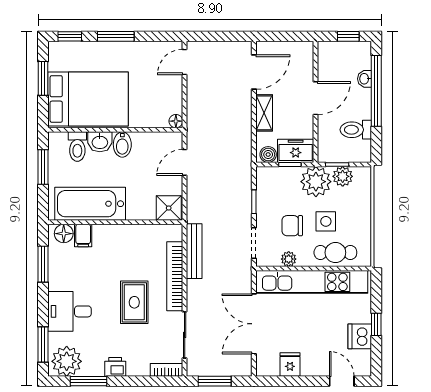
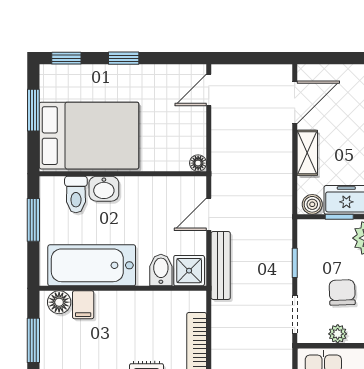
window: (116, 36) -> (124, 58), width x0.67
bidet: (122, 145) -> (161, 270), moved, turned 180
chair: (292, 226) -> (342, 292), turned 88
bench: (194, 251) -> (221, 265), moved

